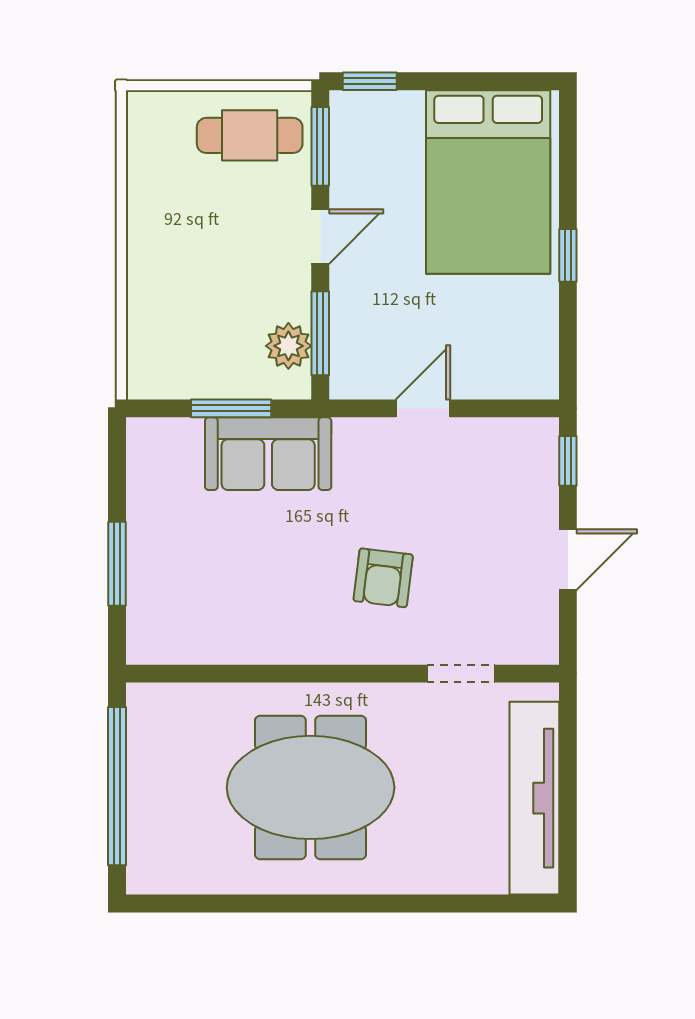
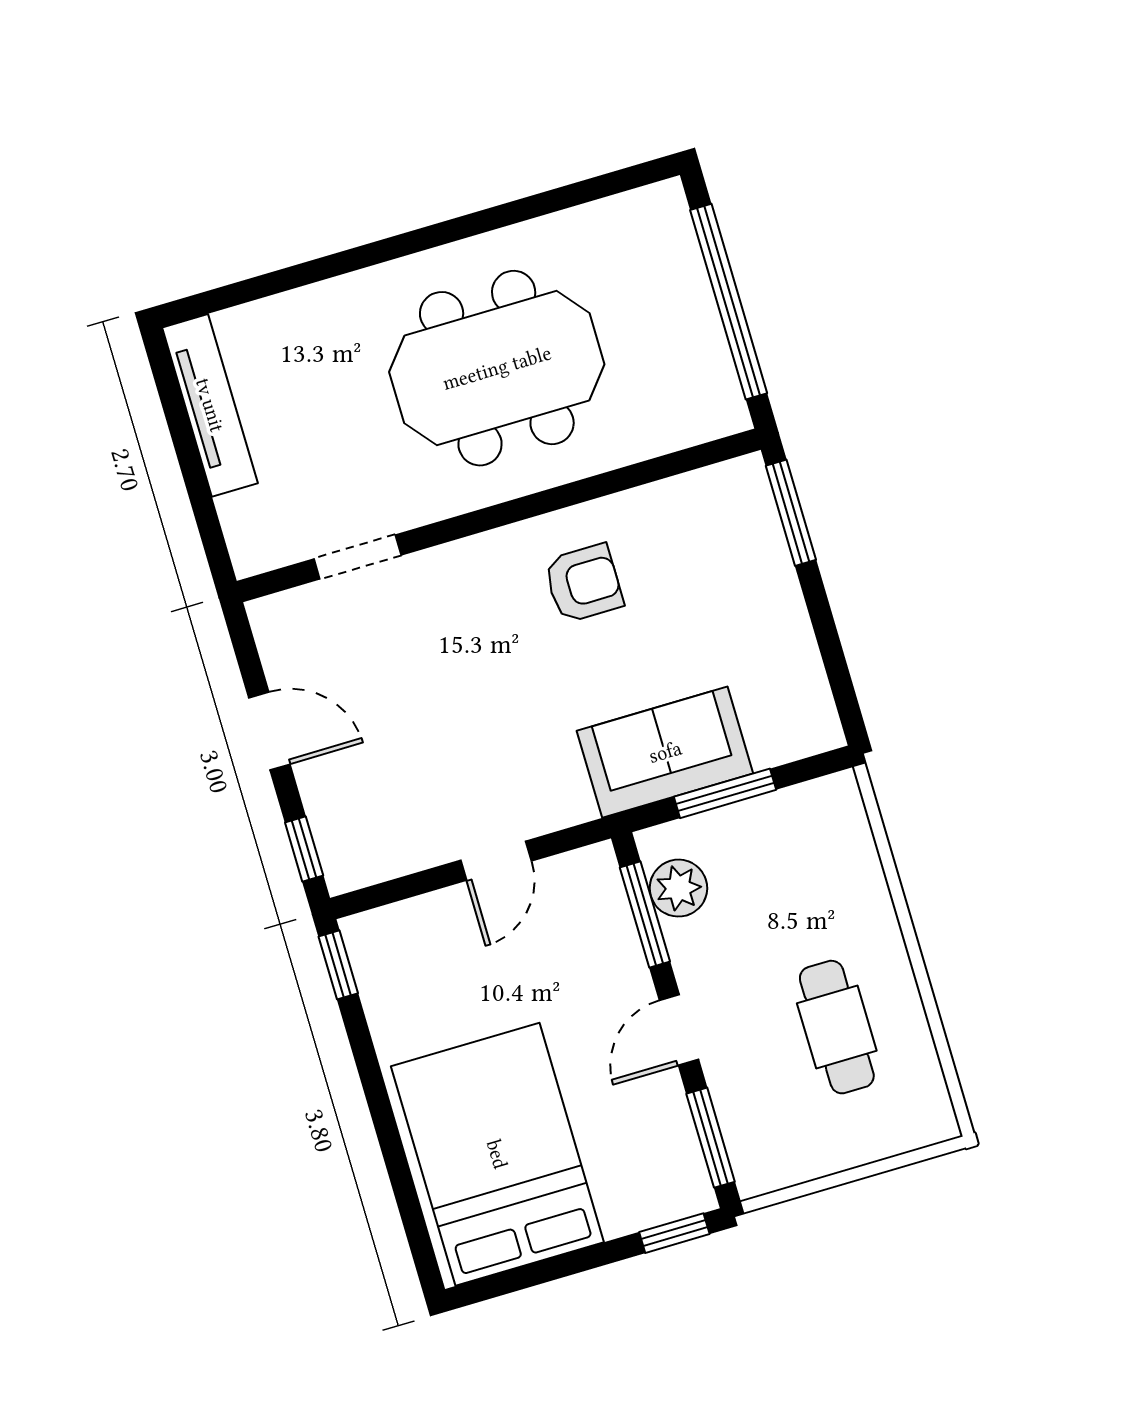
cafe table: (250, 135) -> (837, 1027), moved, turned 90
window: (568, 255) -> (338, 965), moved
door: (568, 560) -> (269, 731), swing flipped
window: (117, 564) -> (791, 513), moved
armchair: (383, 578) -> (584, 583), moved, turned 83
tv unit: (534, 798) -> (210, 405), width x0.73, depth x0.78

